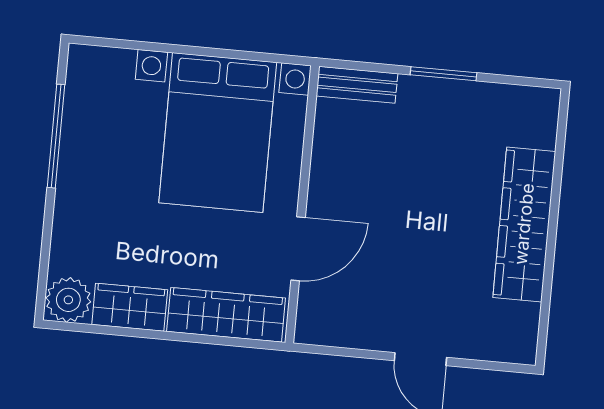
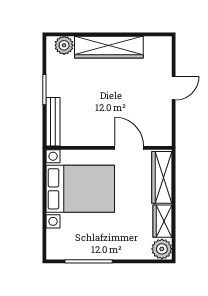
bench: (357, 85) -> (53, 122), width x1.36
plant: (537, 126) -> (64, 45), added

